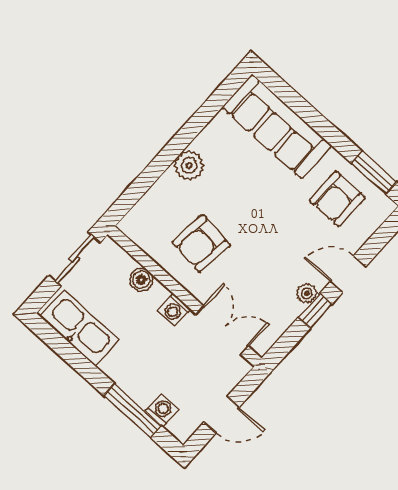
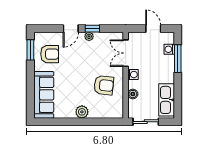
door: (348, 274) -> (71, 29), hinge flipped

